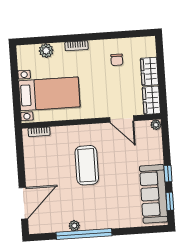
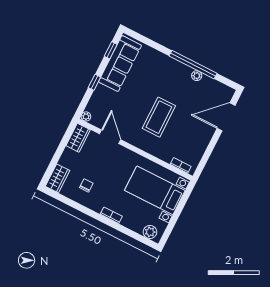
plant: (46, 51) -> (150, 232), moved
wardrobe: (149, 71) -> (58, 178), moved
window: (168, 174) -> (94, 82), moved

